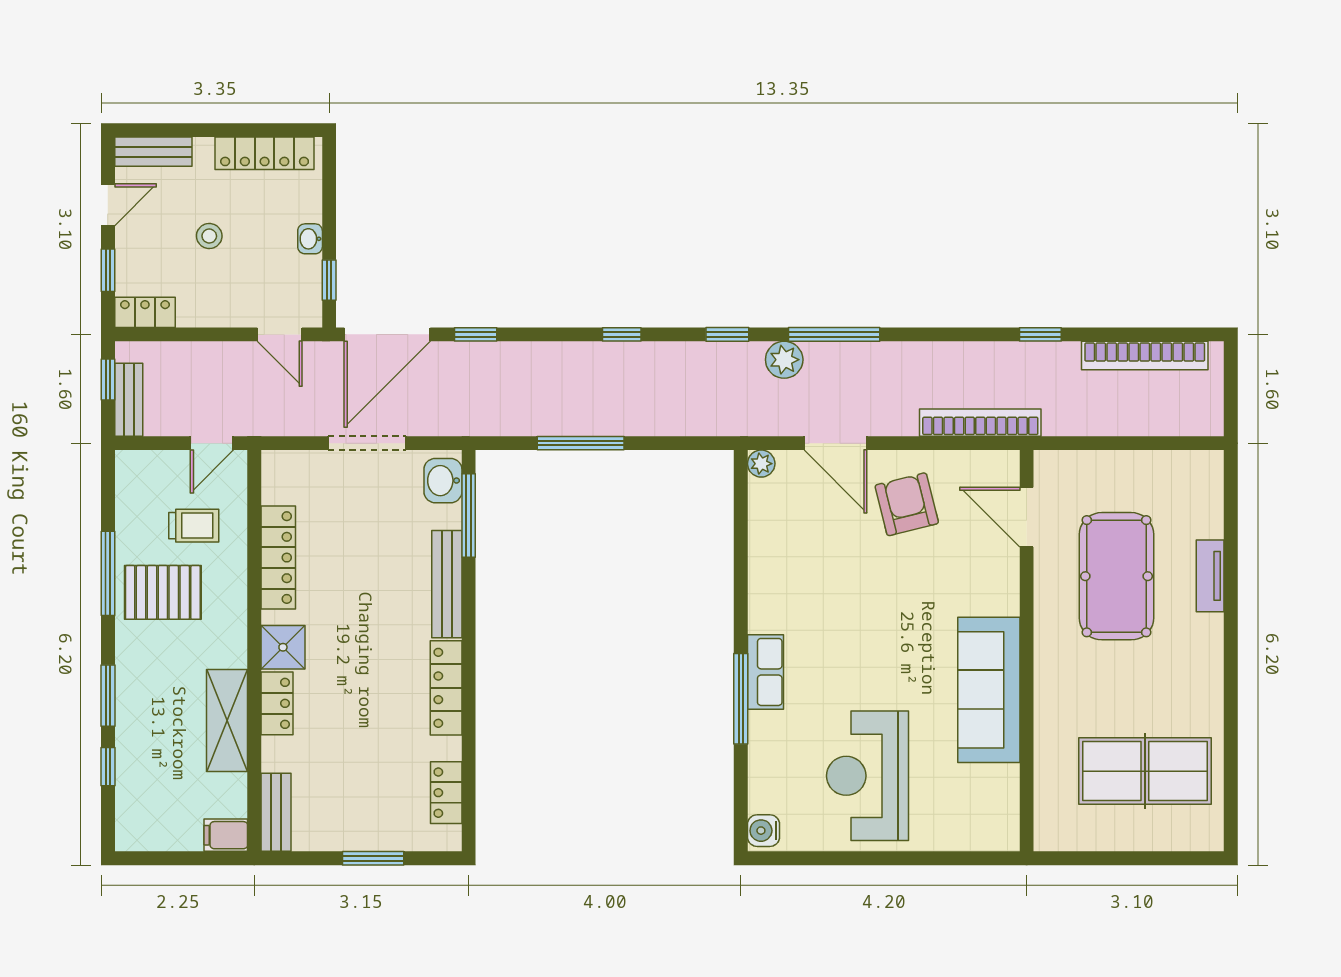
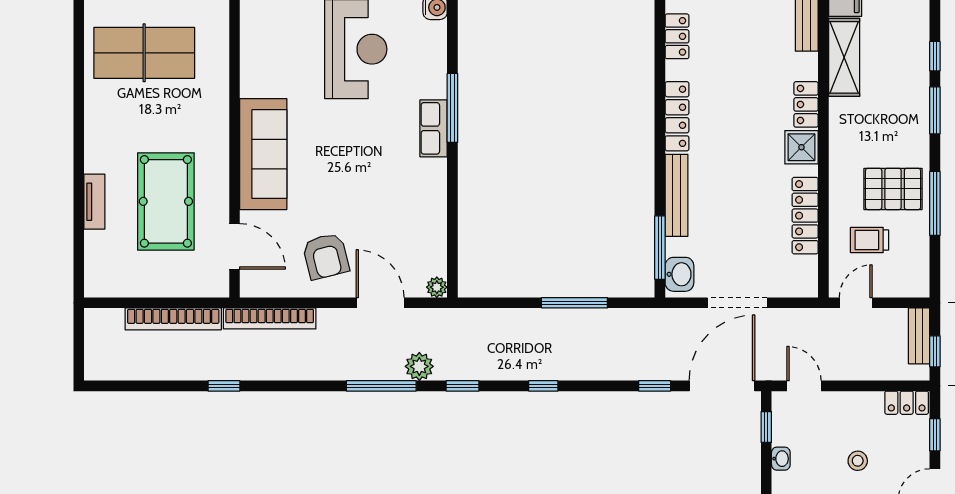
bookcase: (1145, 355) -> (173, 319), moved, turned 180
sofa: (989, 690) -> (263, 154), moved
shelving: (227, 720) -> (844, 57), moved

